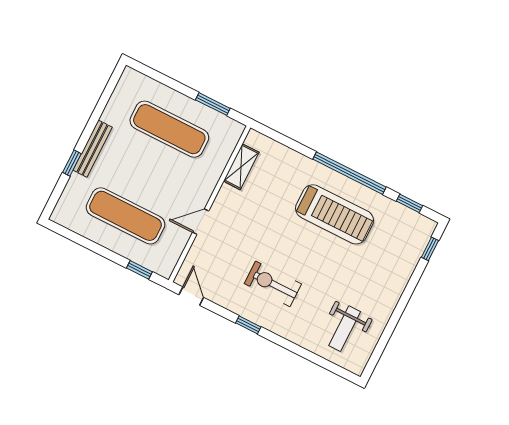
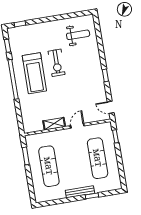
shelving: (241, 167) -> (54, 124), moved
treadmill: (334, 214) -> (34, 73), turned 180
door: (201, 222) -> (77, 126), swing flipped
exercise bike: (273, 284) -> (57, 63), moved
door: (191, 296) -> (111, 107), hinge flipped

